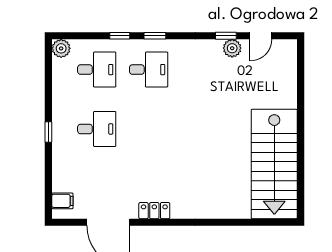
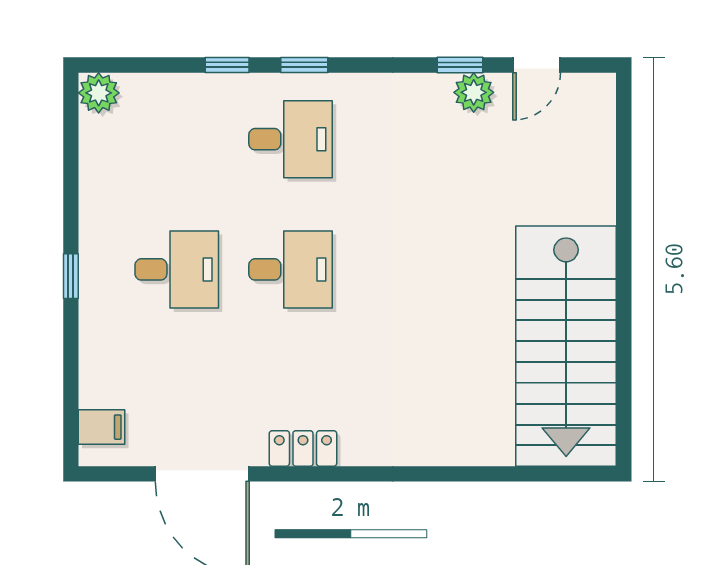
desk: (97, 70) -> (291, 269), moved

